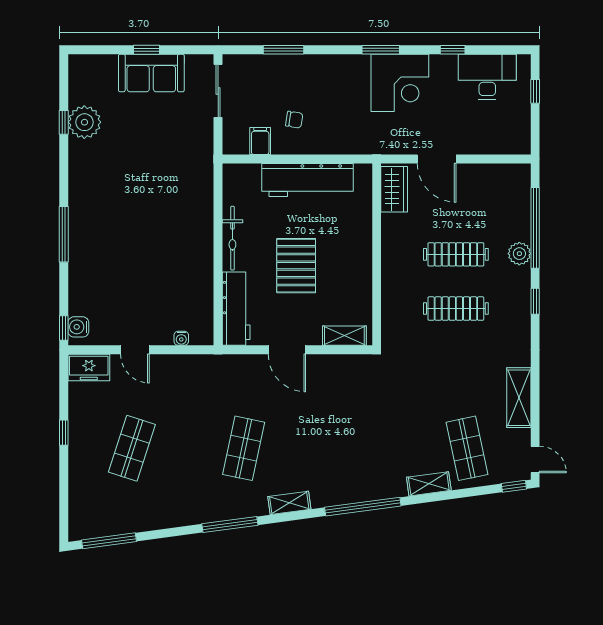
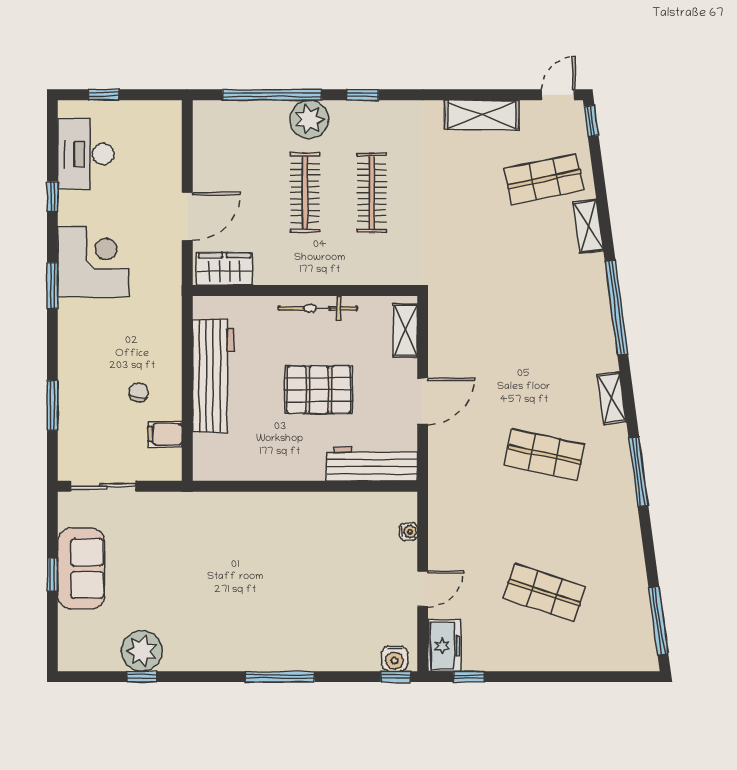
bicycle: (232, 238) -> (318, 308), moved, turned 180
plant: (519, 254) -> (309, 119), width x1.36, depth x1.36
window: (64, 433) -> (469, 677), moved

